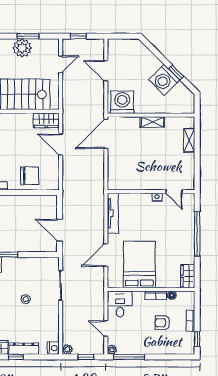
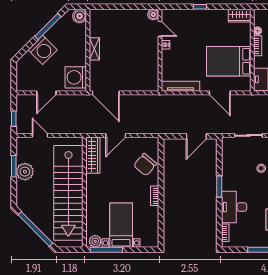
window: (176, 73) -> (48, 27), width x2.17
washing machine: (164, 80) -> (43, 50), moved
boiler: (187, 106) -> (80, 16), added
wardrobe: (46, 120) -> (93, 155), width x1.50
shelving: (189, 140) -> (112, 14), removed
chair: (30, 176) -> (145, 165), turned -140
boiler: (189, 184) -> (153, 15), added
door: (174, 192) -> (160, 29), hinge flipped
window: (197, 234) -> (200, 7), width x0.32

